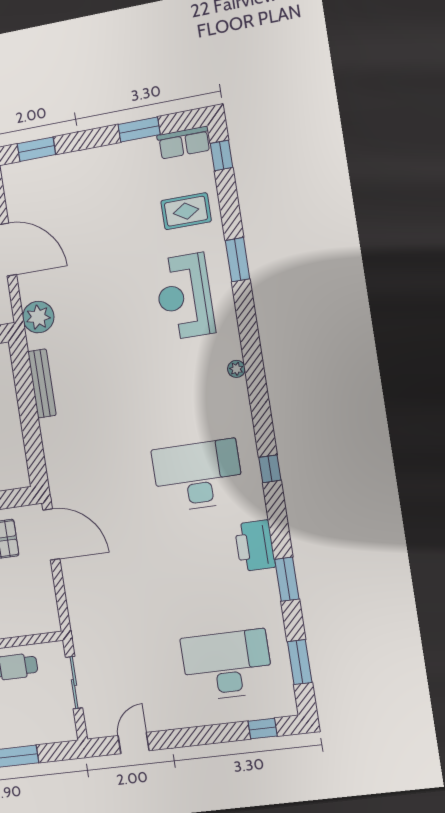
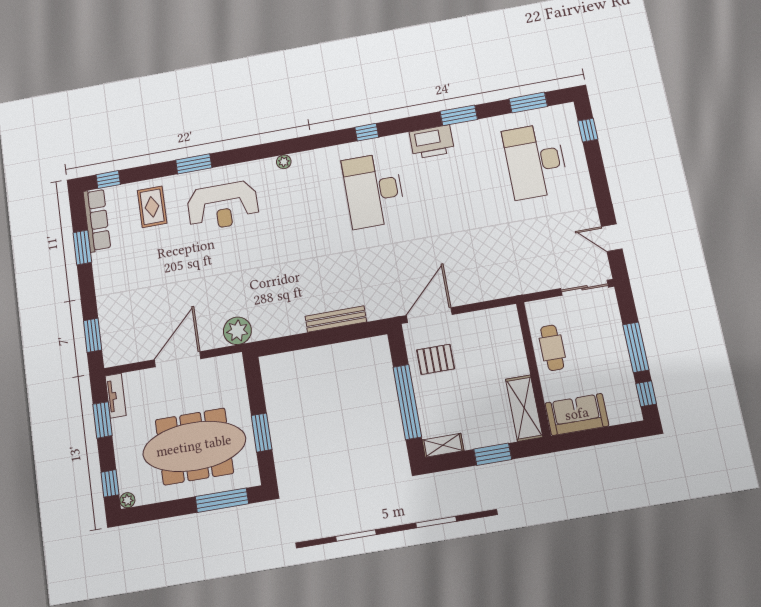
row of seats: (184, 143) -> (97, 220), width x1.48
bench: (42, 383) -> (336, 319), moved
sliding door: (74, 683) -> (585, 288), moved

